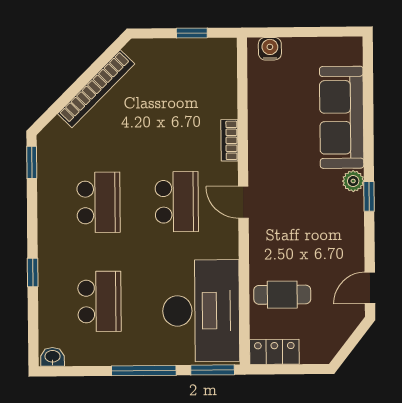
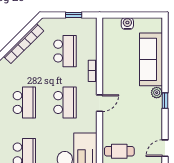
water cooler: (270, 49) -> (127, 24), moved
school desk: (176, 103) -> (65, 51), added
door: (243, 202) -> (100, 103), swing flipped

